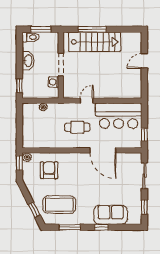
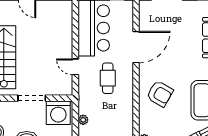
washing machine: (54, 82) -> (58, 113), width x1.89, depth x1.89
armchair: (49, 170) -> (160, 94), moved, turned -150

